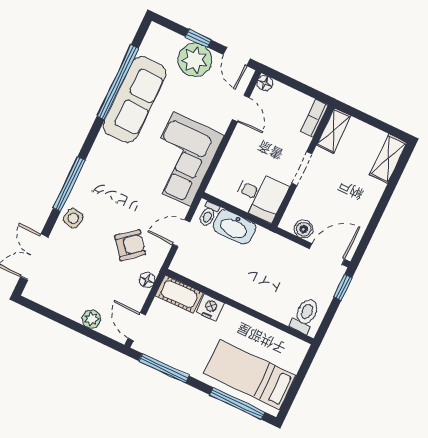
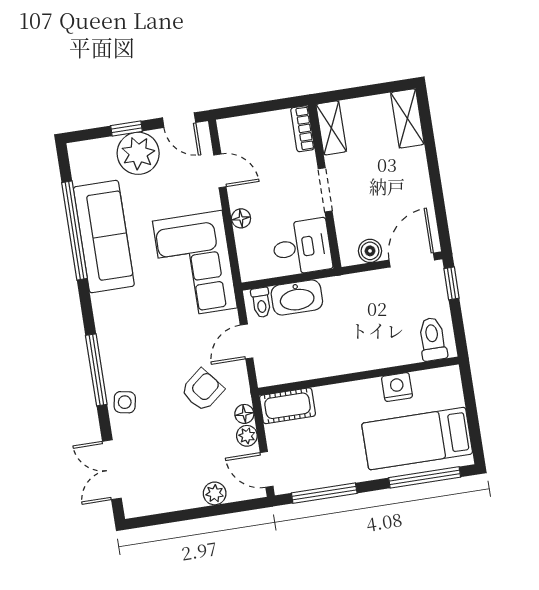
floor lamp: (265, 83) -> (241, 218), moved
plant: (139, 296) -> (247, 436), added
nightstand: (210, 308) -> (397, 387), moved

